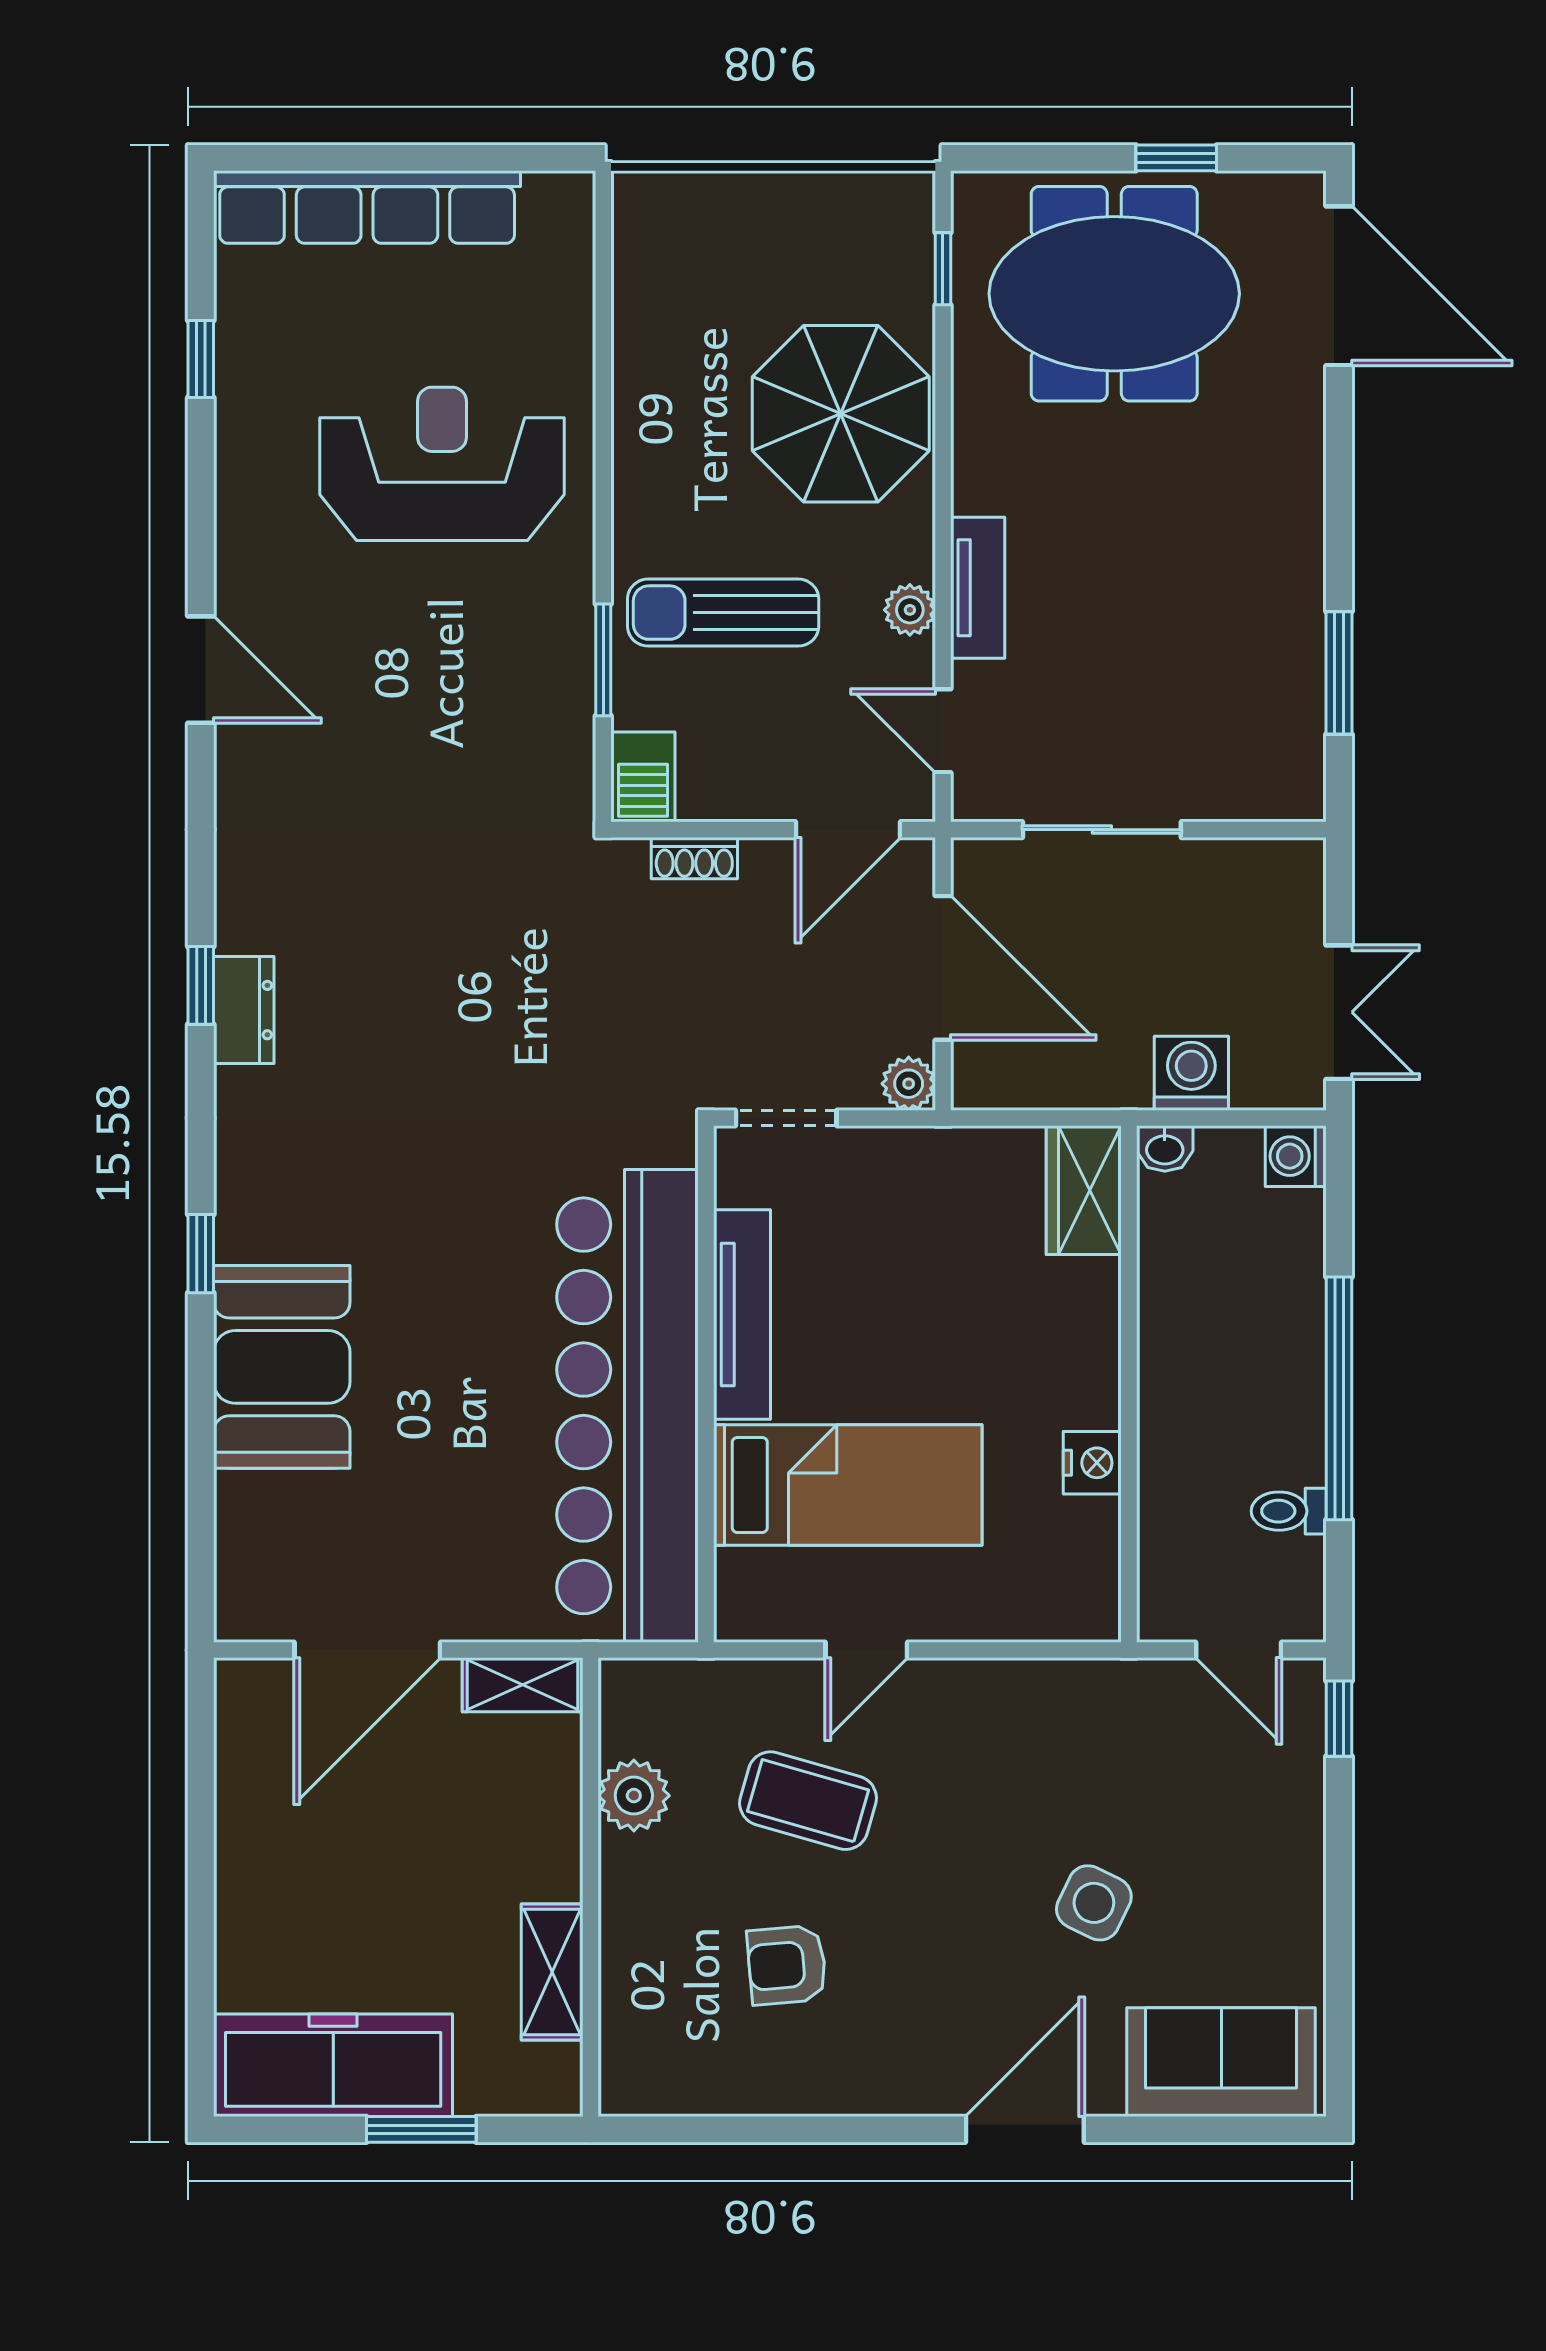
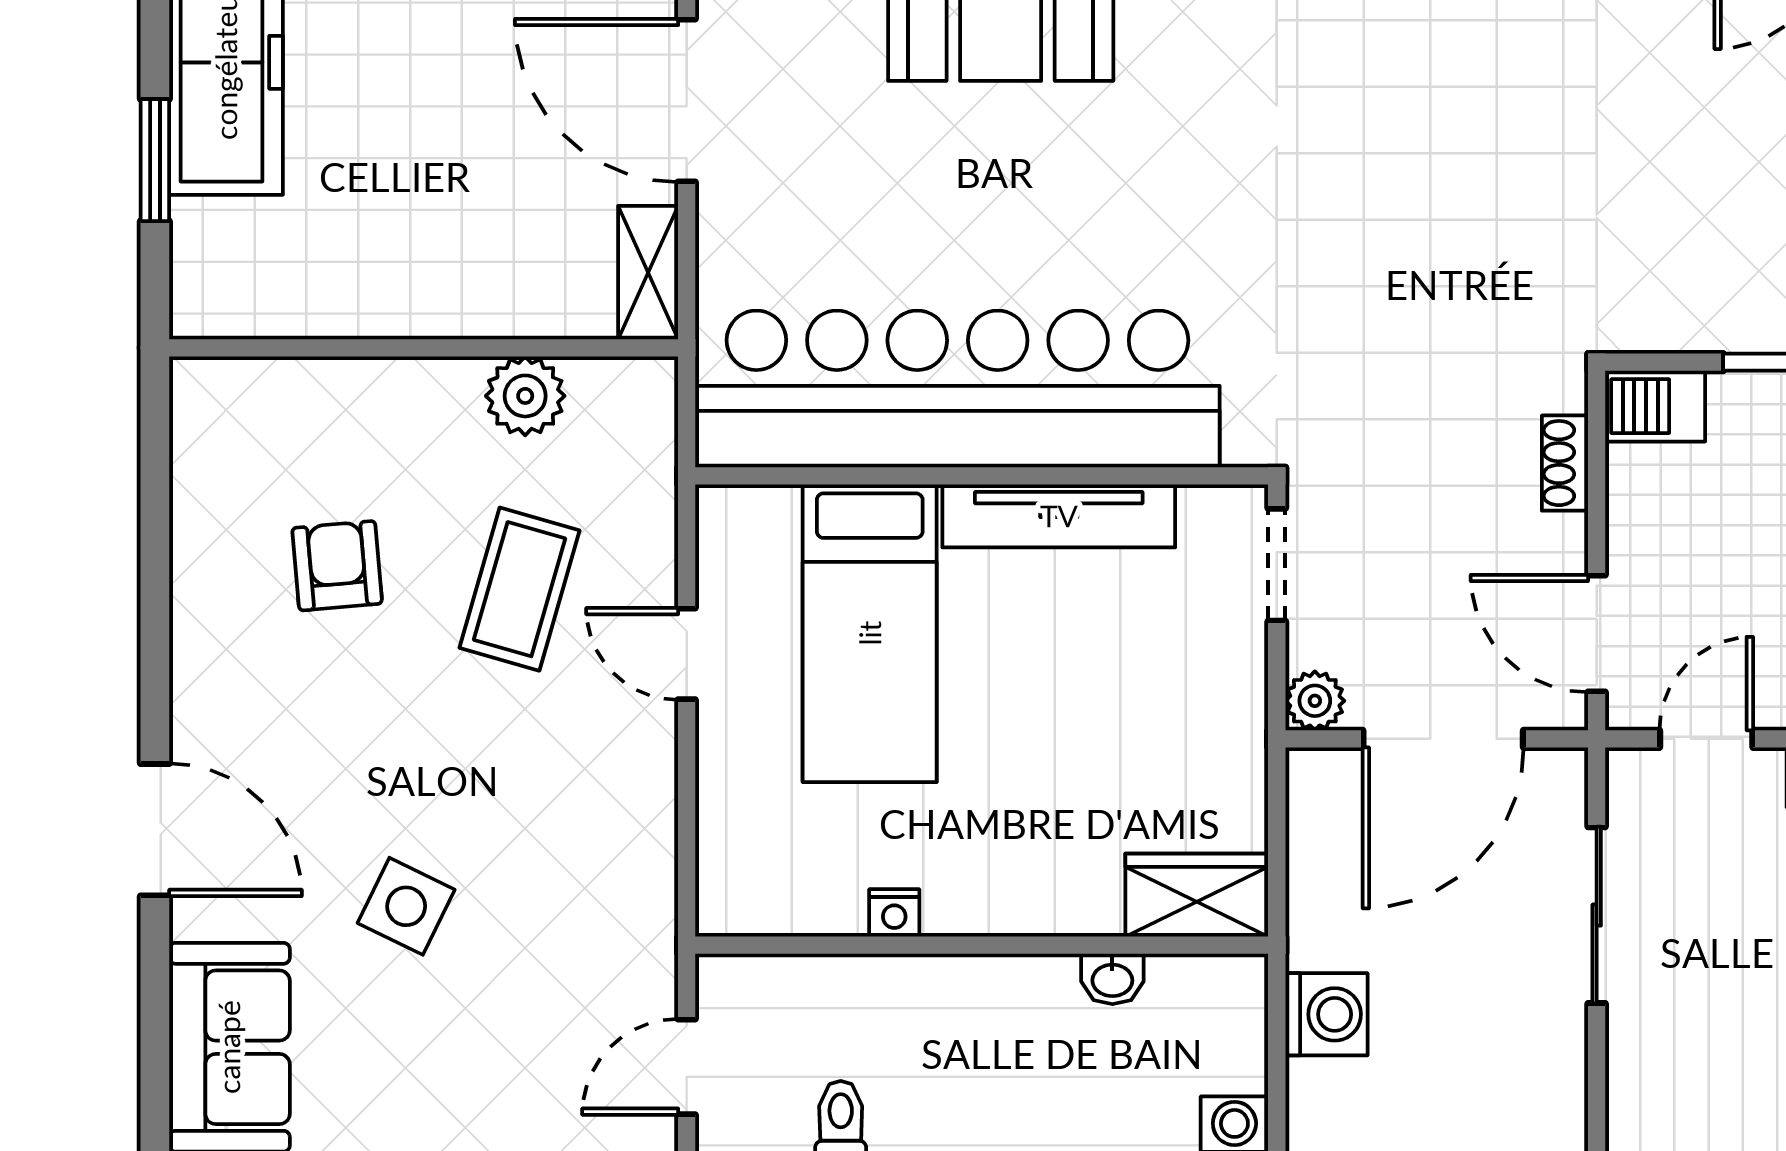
washbasin: (1165, 1149) -> (1112, 979), moved, turned -90
nightstand: (1092, 1463) -> (894, 913), width x0.72, depth x0.74
shelving: (552, 1972) -> (329, 305), removed

